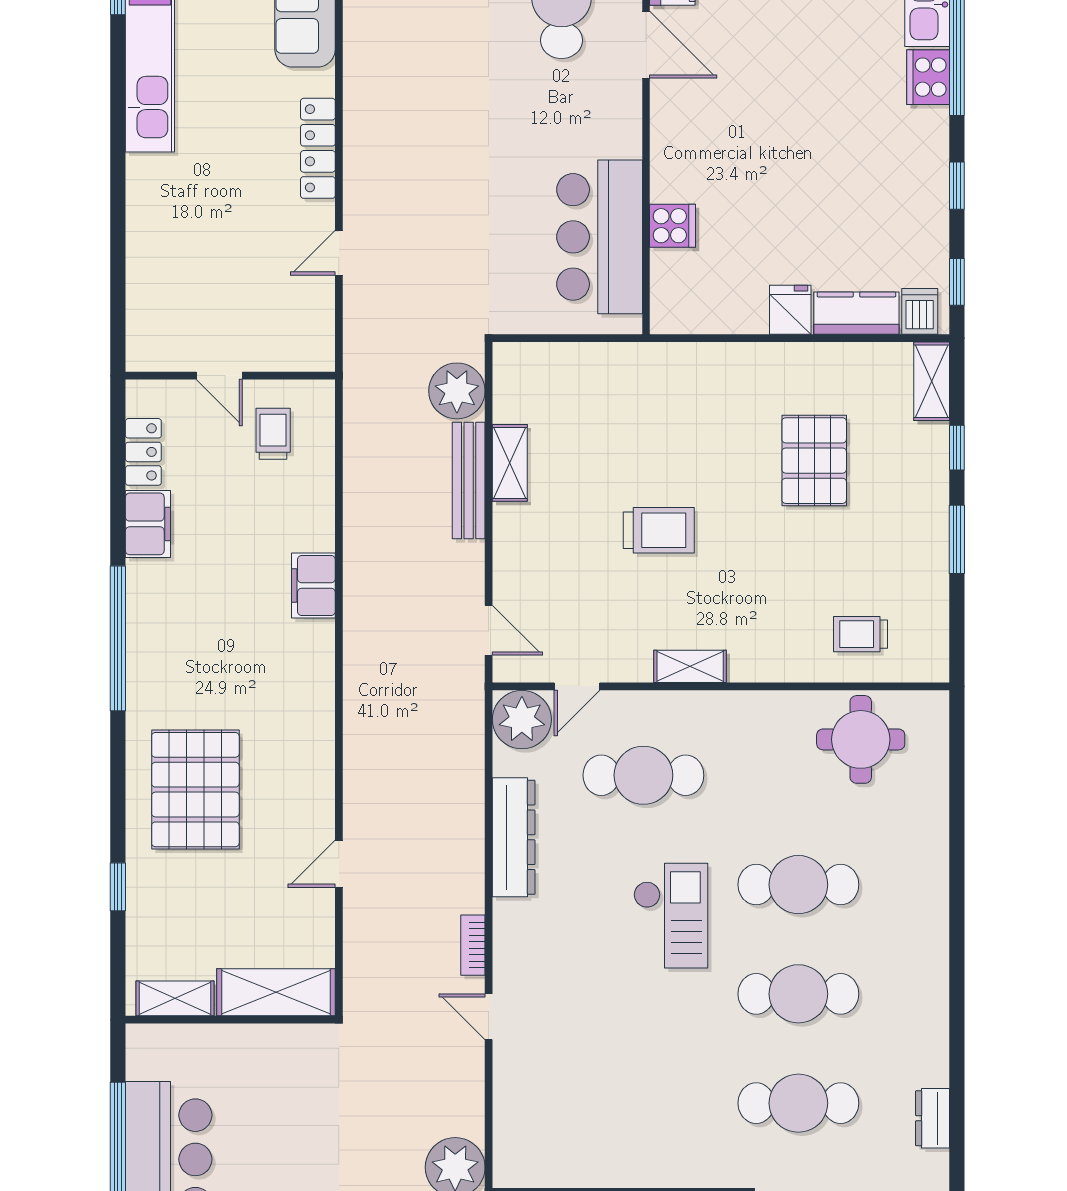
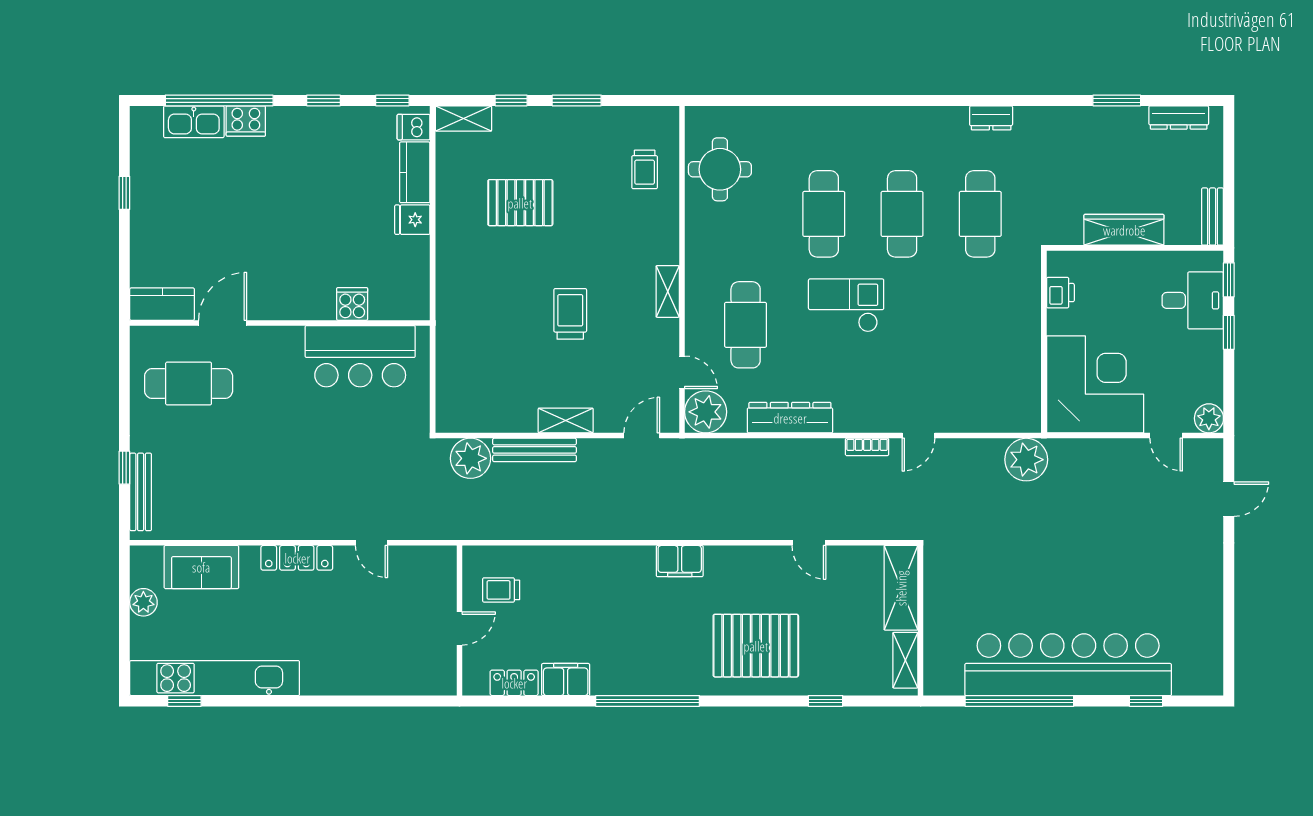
shelving: (510, 463) -> (566, 420), moved
filing cabinet: (313, 586) -> (680, 561), moved

